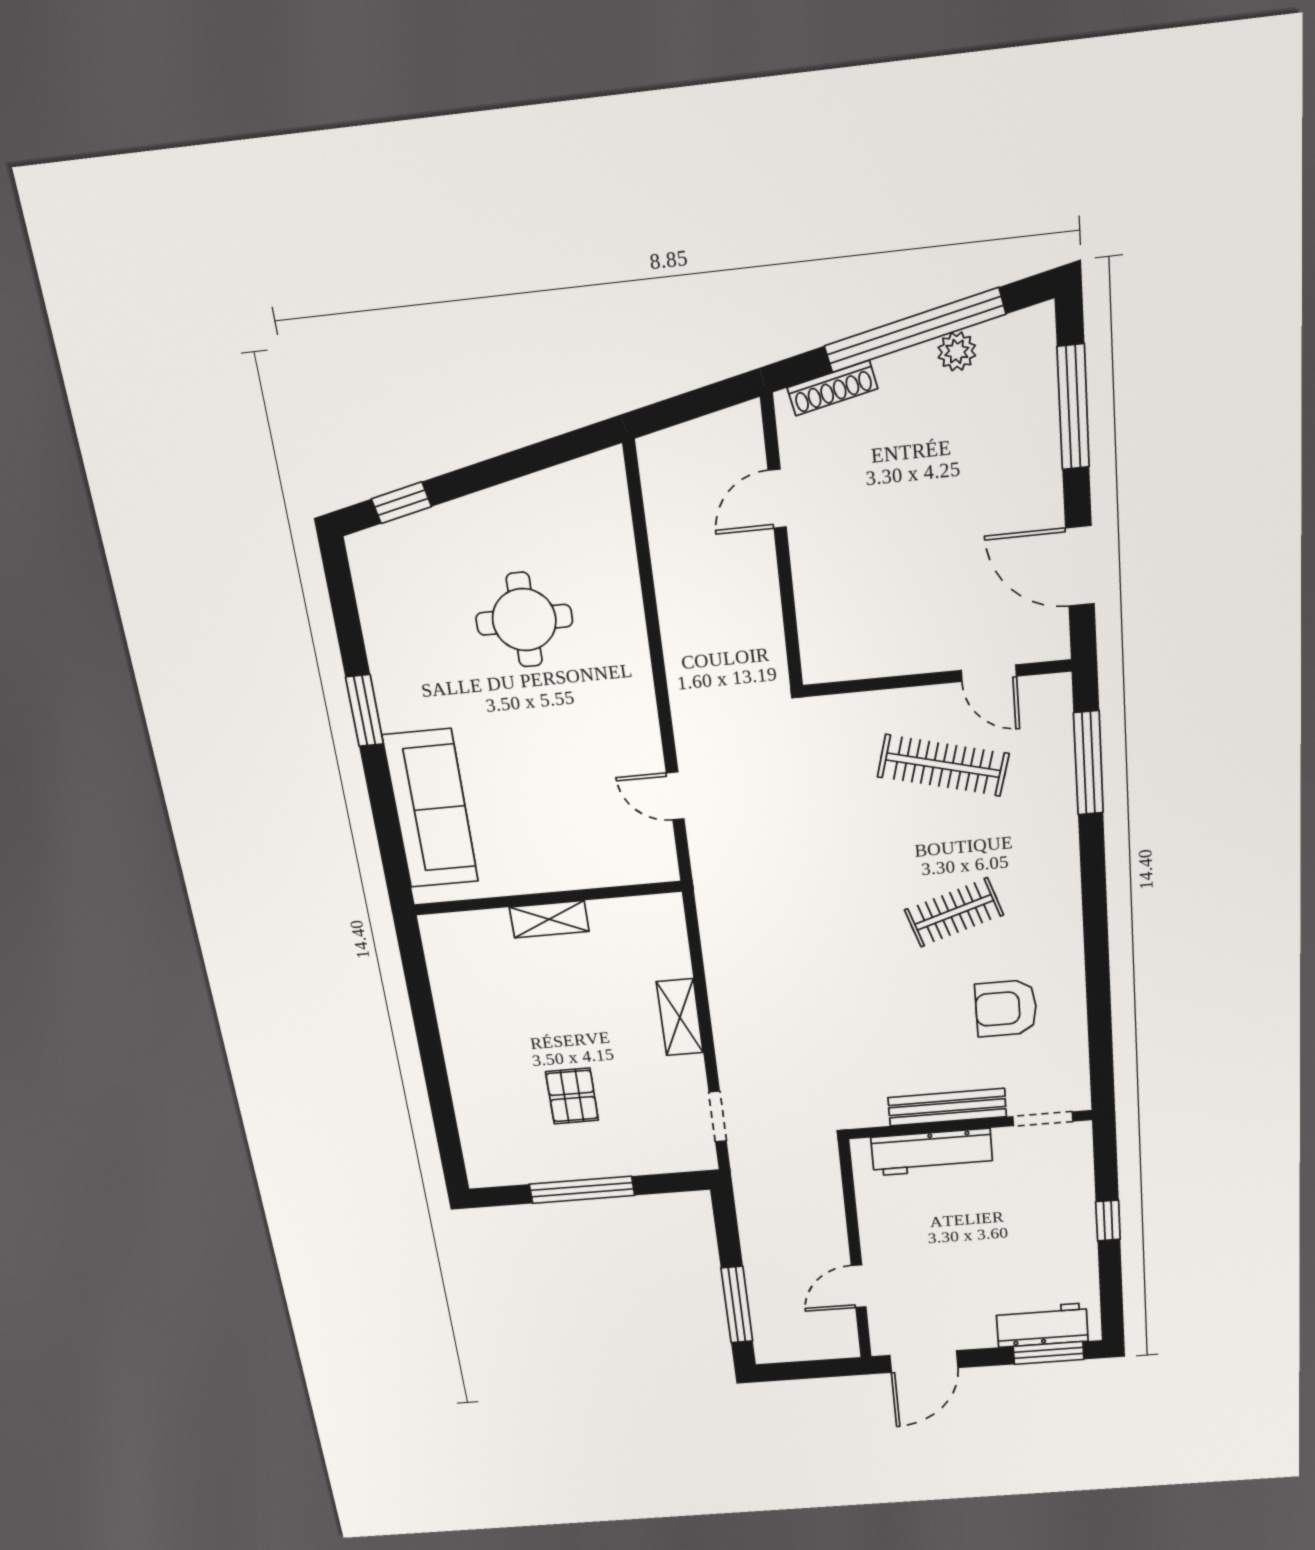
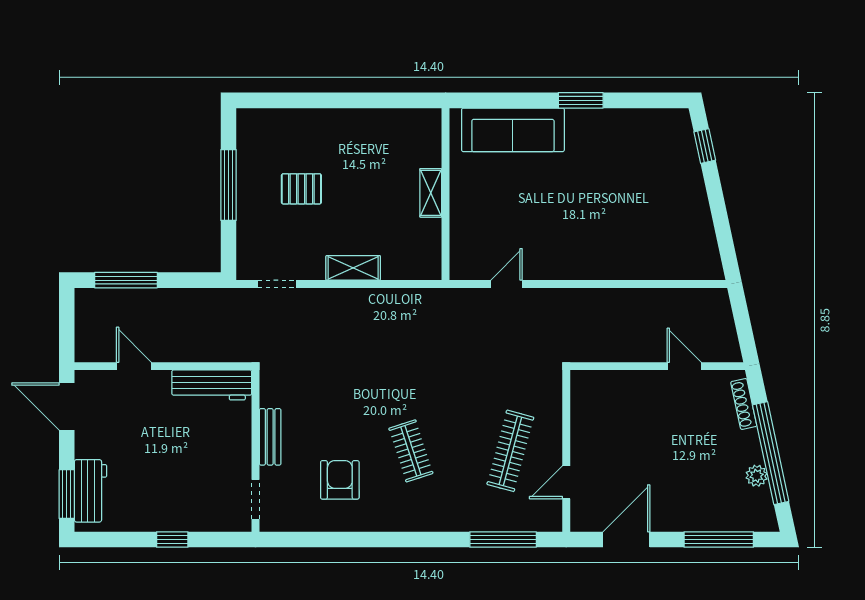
round table: (524, 620) -> (627, 207), removed
bench: (947, 1107) -> (270, 437), width x0.73
workbench: (932, 1152) -> (212, 385), moved, turned -90

